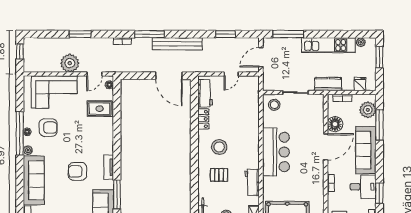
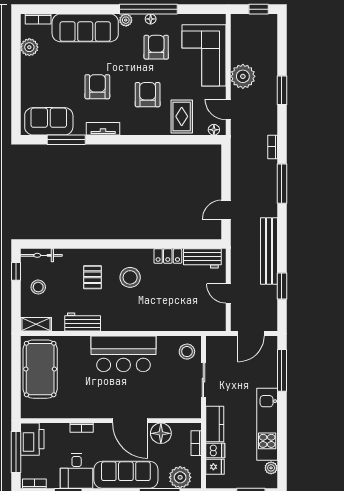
bench: (177, 44) -> (269, 251), moved
door: (261, 57) -> (251, 334), swing flipped
door: (169, 76) -> (226, 210), width x0.53
dishwasher: (348, 84) -> (215, 451), added
armchair: (48, 128) -> (156, 47), turned 180
armchair: (83, 134) -> (148, 95), added

